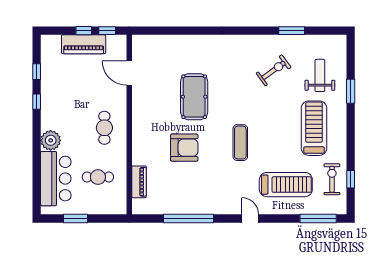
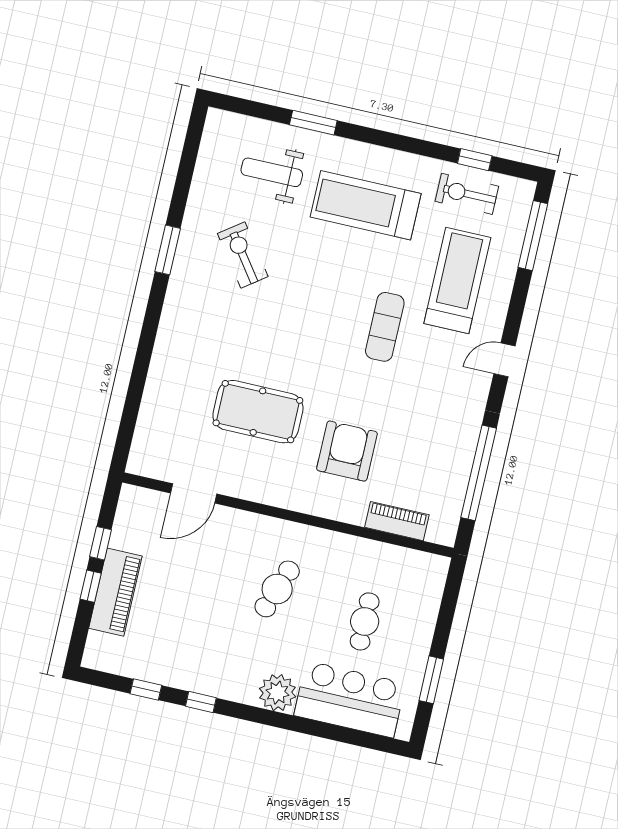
window: (292, 31) -> (168, 250), moved
door: (129, 73) -> (194, 493), moved
wall: (129, 125) -> (288, 515), moved
cafe table: (104, 128) -> (277, 589), turned -70
exercise mat: (240, 143) -> (385, 327), moved, turned 90
piano: (139, 182) -> (397, 521), moved

